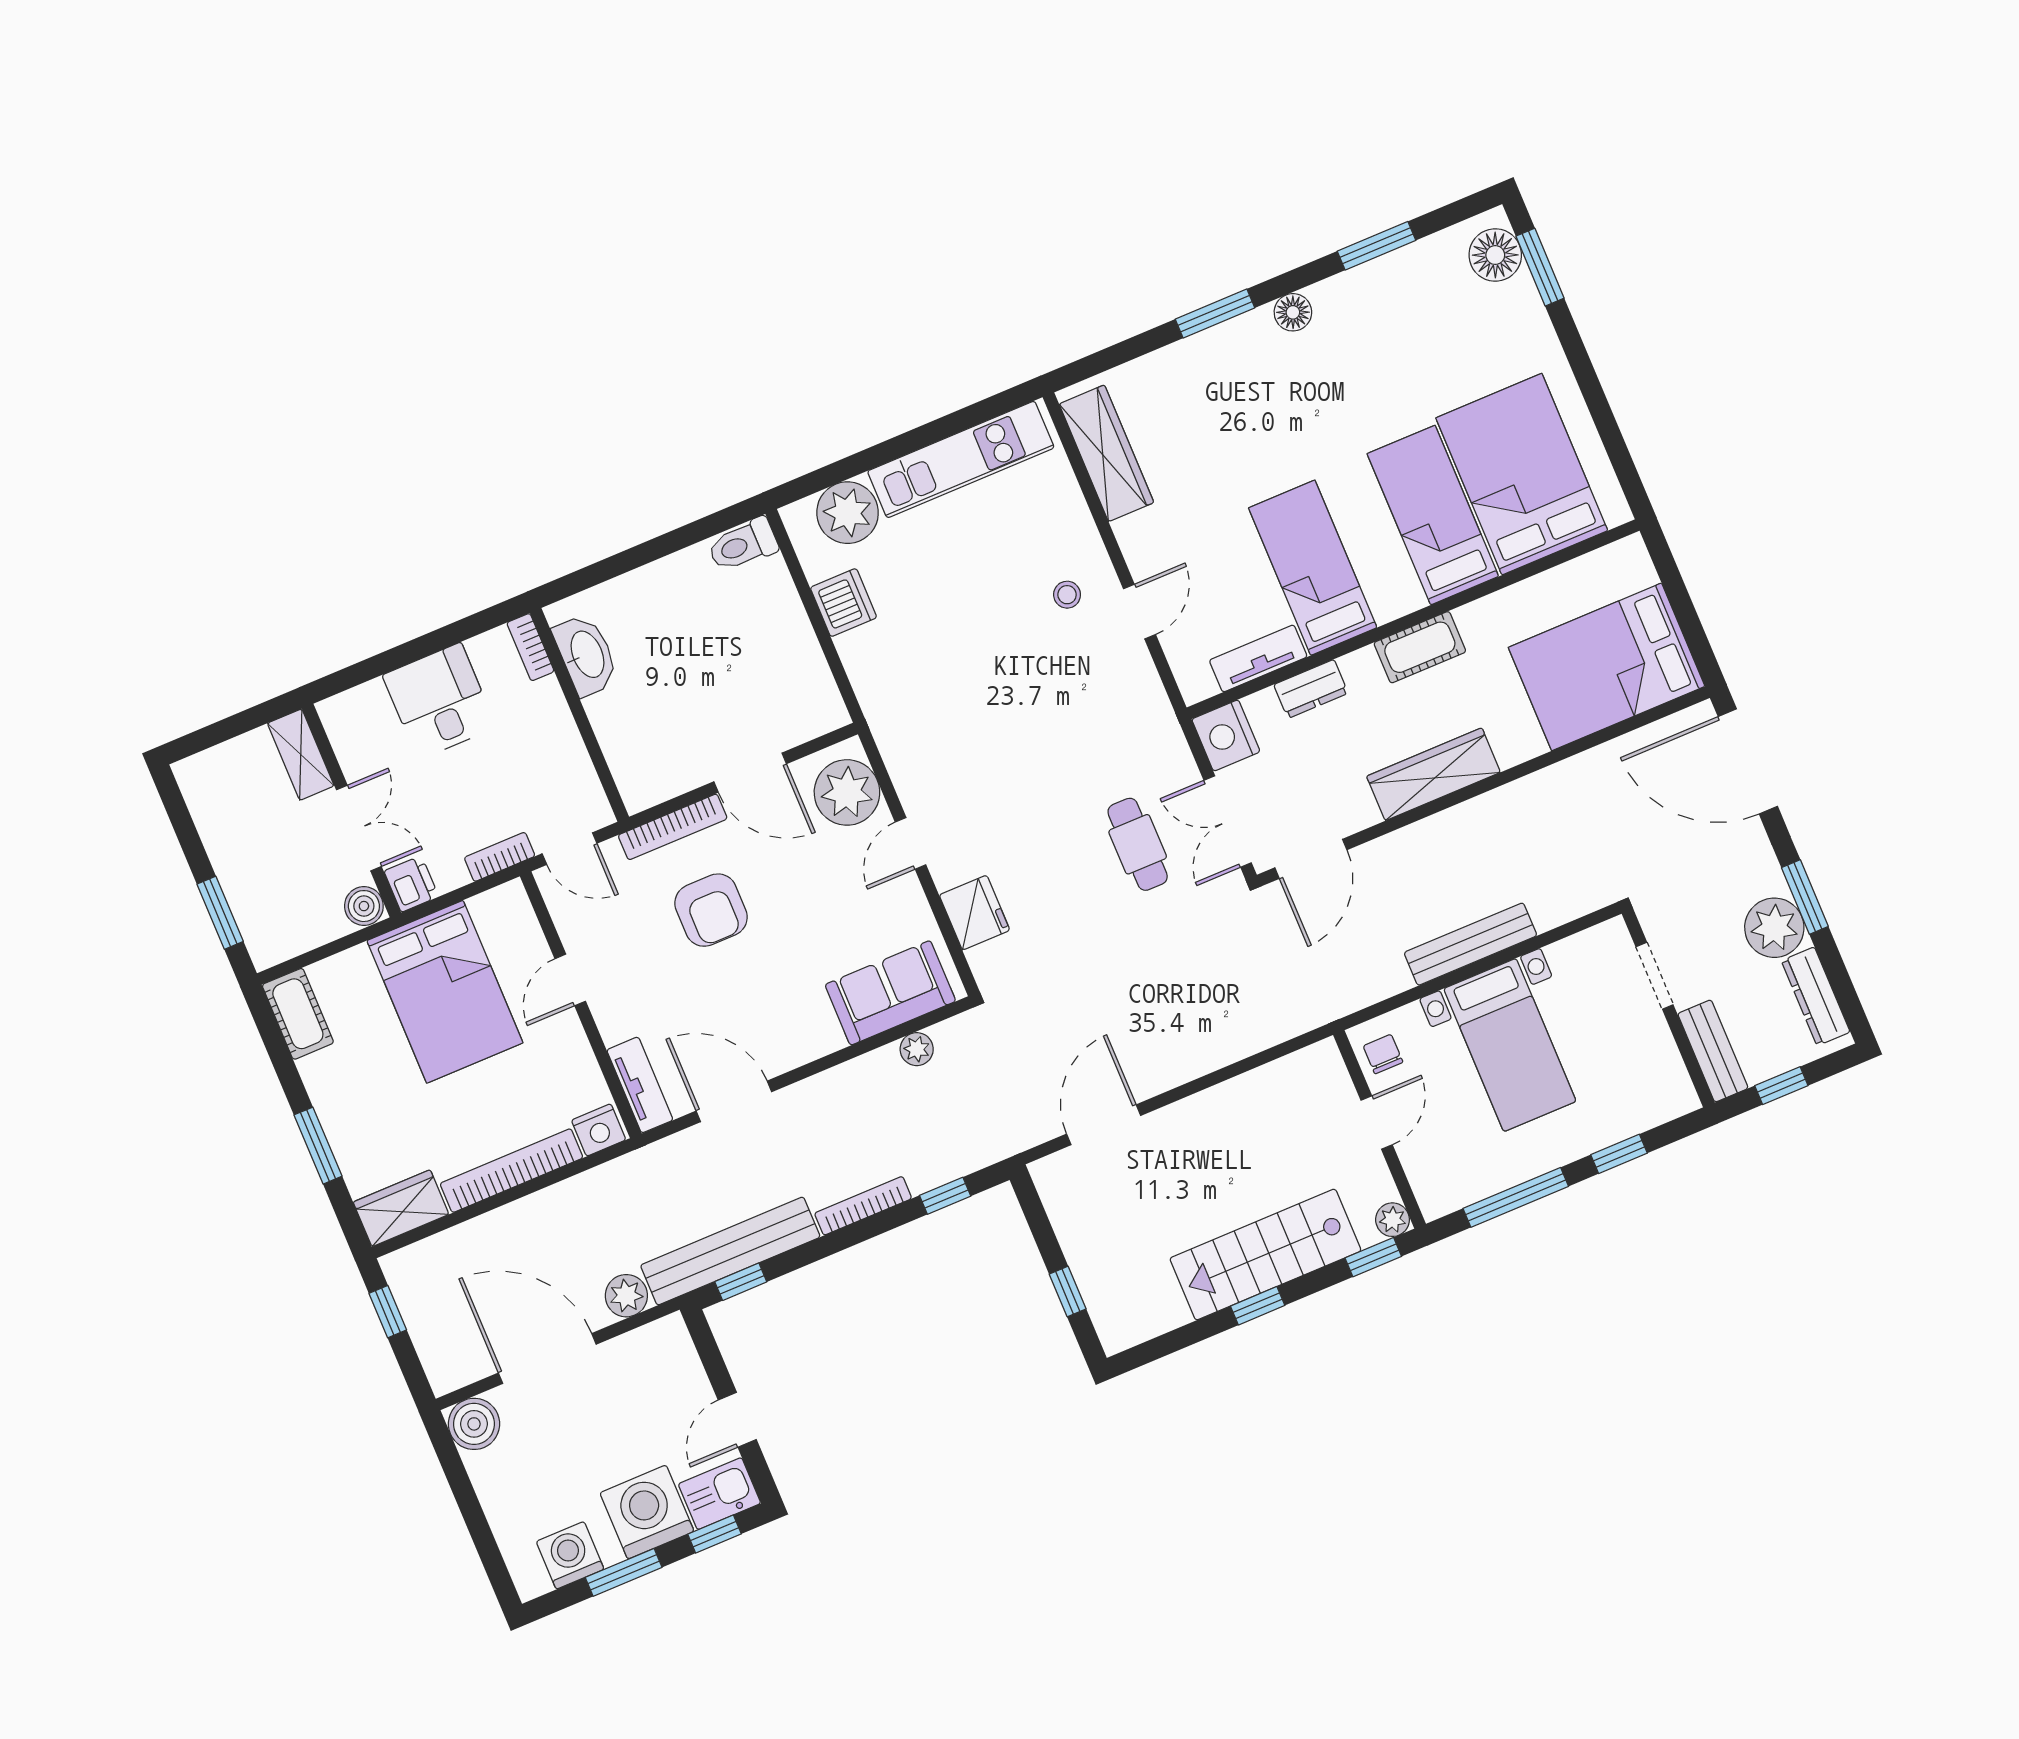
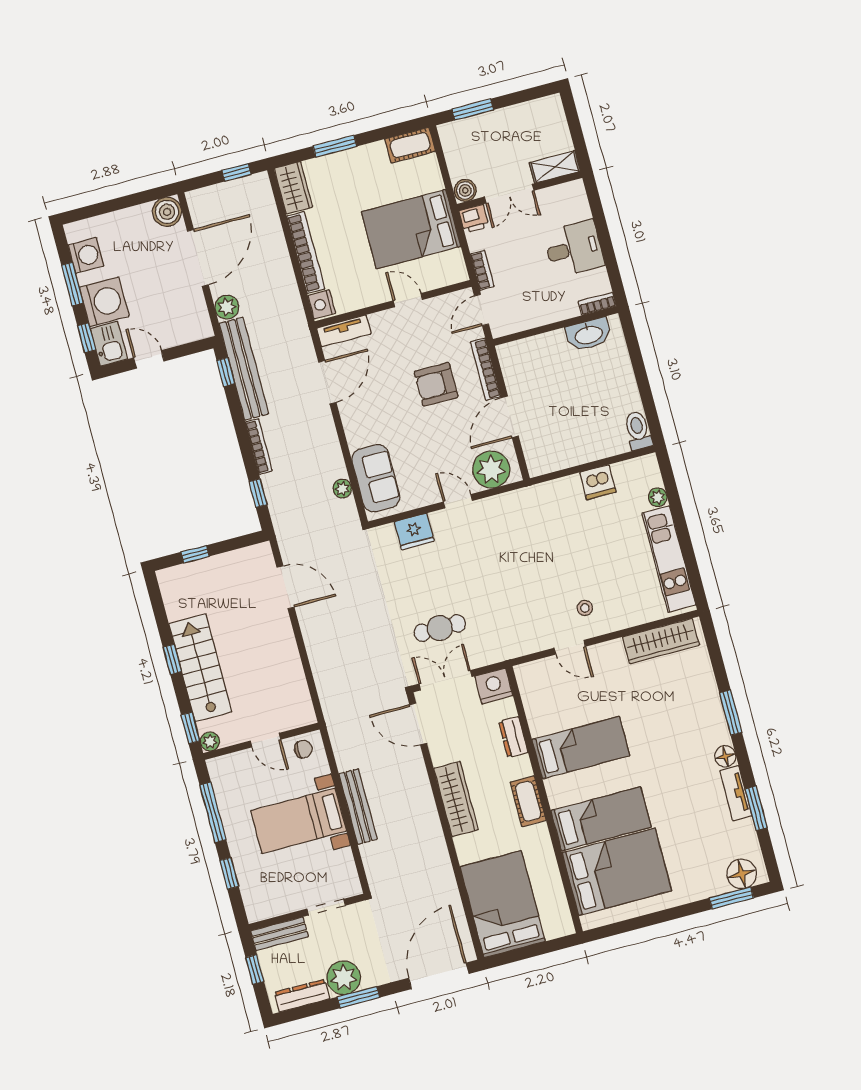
plant: (848, 513) -> (658, 497), width x0.53, depth x0.53
tv unit: (1258, 658) -> (736, 793), moved, turned 180

